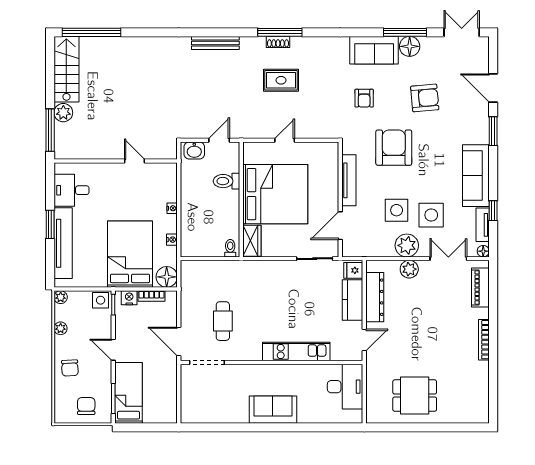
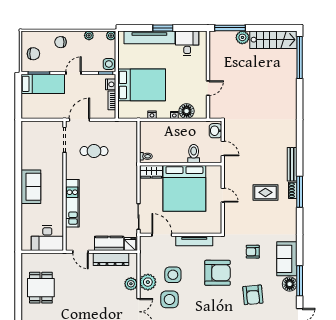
bench: (215, 43) -> (292, 164), moved
rug: (281, 80) -> (265, 192), turned 90
floor lamp: (167, 277) -> (187, 111), moved

